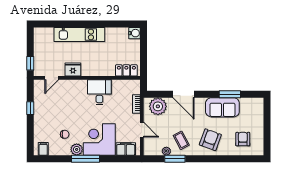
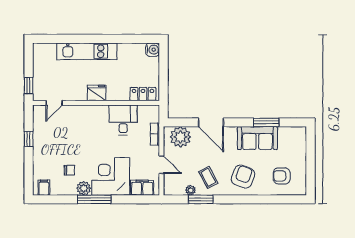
fridge: (73, 69) -> (97, 93), moved
desk: (99, 92) -> (123, 120), moved
armchair: (243, 139) -> (282, 176), turned -90

